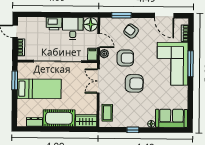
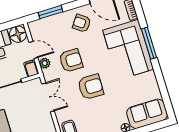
armchair: (131, 31) -> (82, 23), moved
double door: (98, 81) -> (48, 97), swing flipped

